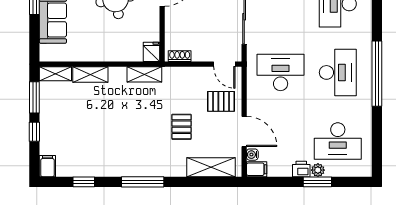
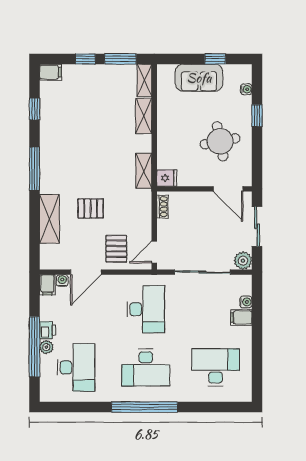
desk: (338, 141) -> (76, 367), turned 180
shelving: (211, 167) -> (49, 219), moved
window: (317, 182) -> (35, 347), width x2.11

